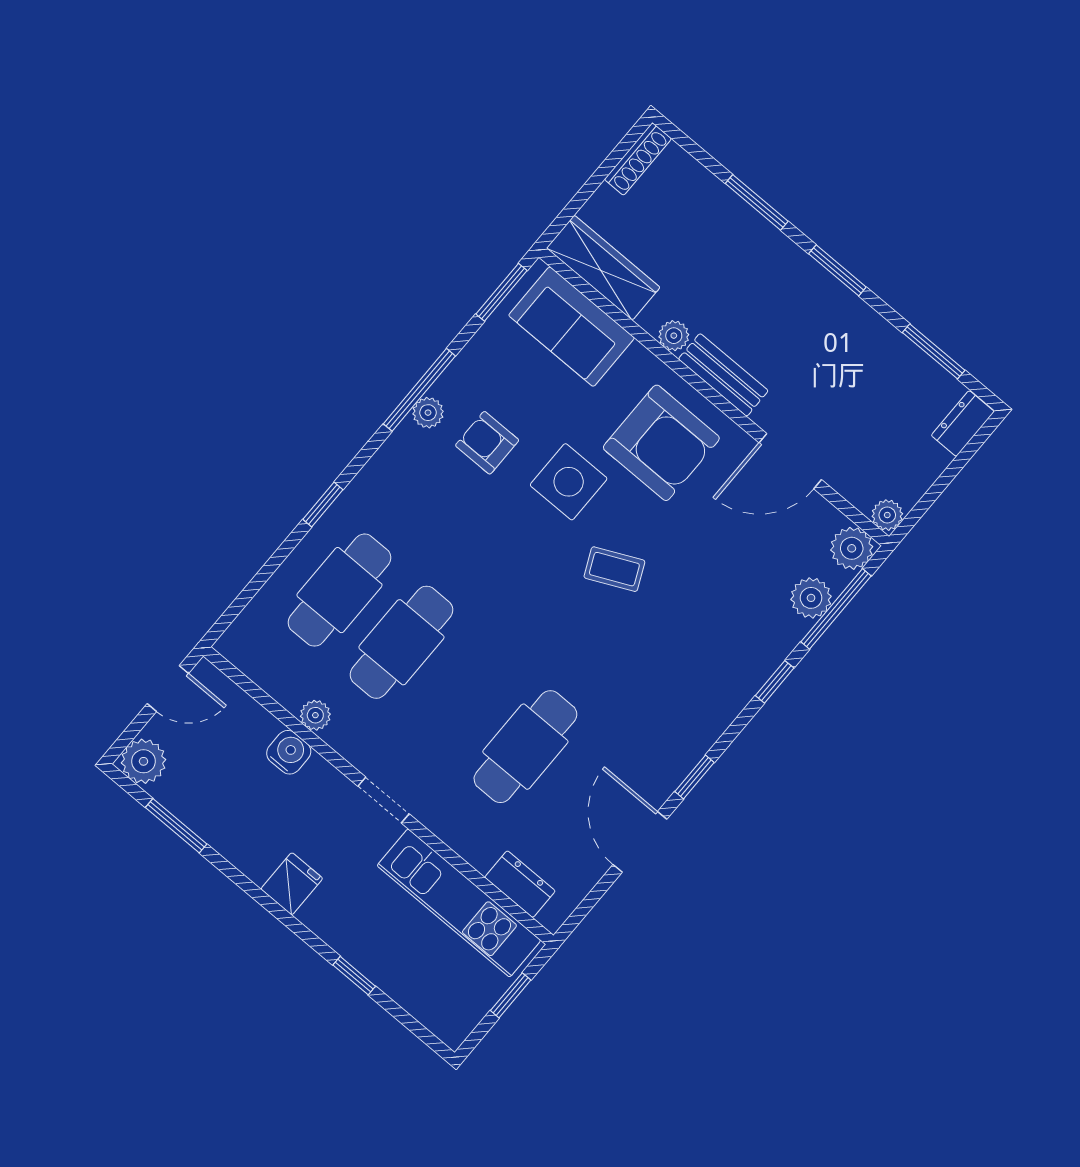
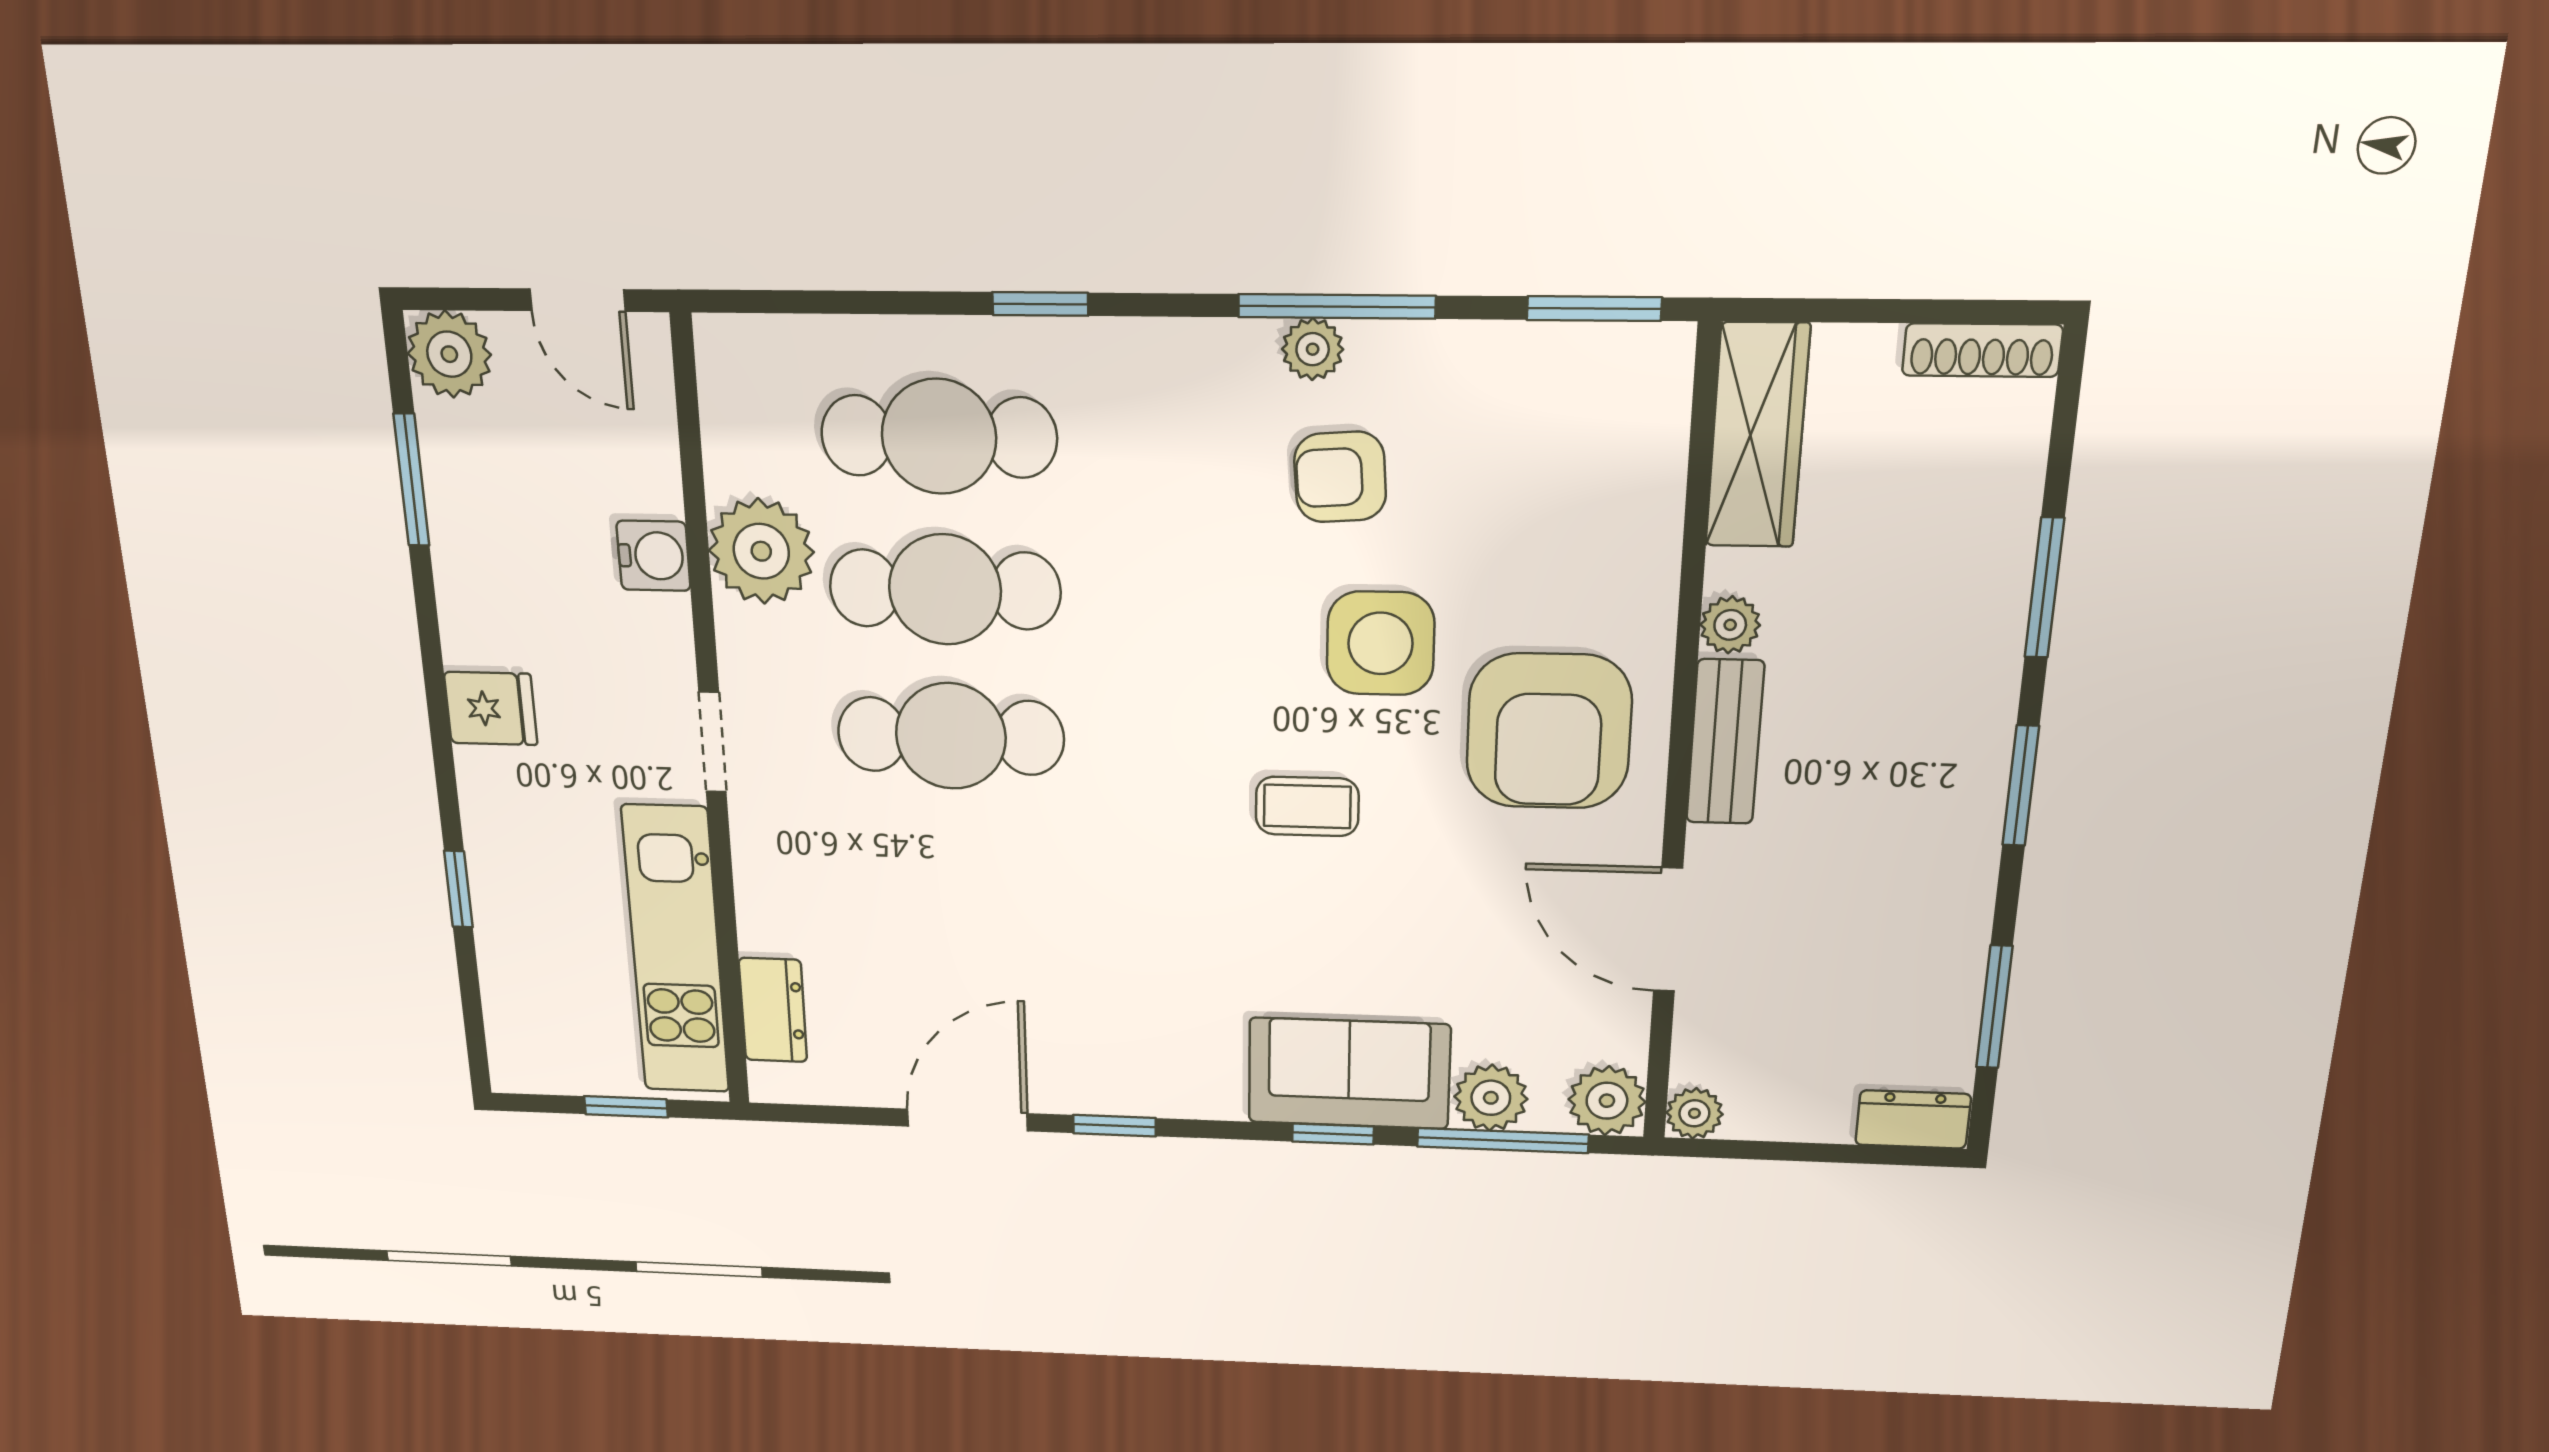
sofa: (571, 327) -> (1349, 1073), moved, turned 90
armchair: (487, 443) -> (1340, 477), turned -94
coffee table: (614, 569) -> (1307, 806), turned -65
plant: (315, 715) -> (761, 551), width x1.88, depth x1.88
cafe table: (525, 747) -> (951, 736), moved

